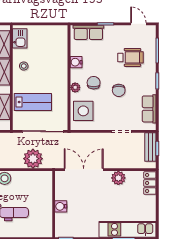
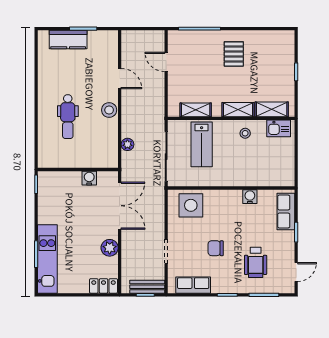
chair: (94, 83) -> (225, 218), removed
plant: (75, 87) -> (219, 196), removed
plant: (33, 159) -> (127, 144), width x0.53, depth x0.53
water cooler: (61, 206) -> (89, 178), moved

